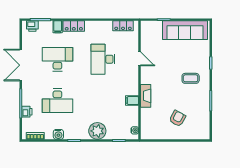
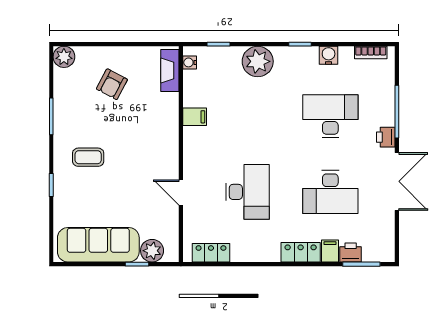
printer: (32, 26) -> (351, 252), moved
plant: (155, 27) -> (152, 251), added
fireplace: (146, 96) -> (170, 70), moved
printer: (27, 112) -> (386, 137), moved
plant: (204, 134) -> (64, 57), added

